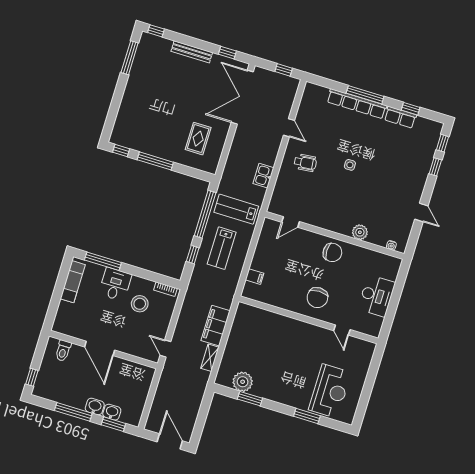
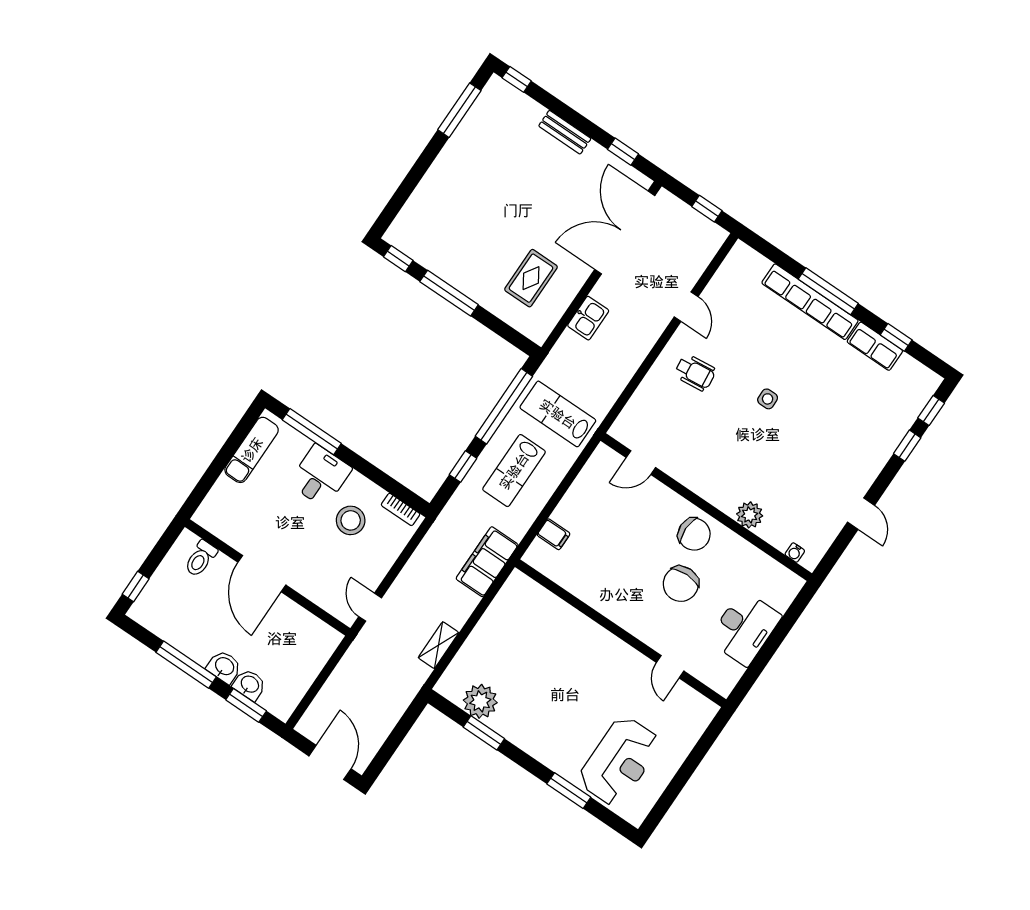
bench: (192, 52) -> (565, 132), width x0.73
kitchen sink: (263, 176) -> (588, 318), moved, turned 180
chair: (317, 298) -> (681, 584), moved
filing cabinet: (216, 326) -> (487, 562), moved

